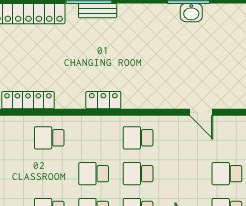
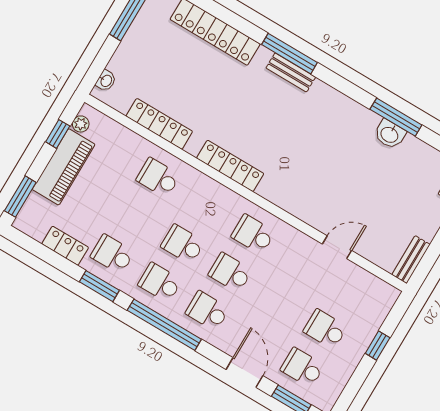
locker: (103, 100) -> (230, 166), width x1.53
door: (201, 112) -> (337, 247), swing flipped

